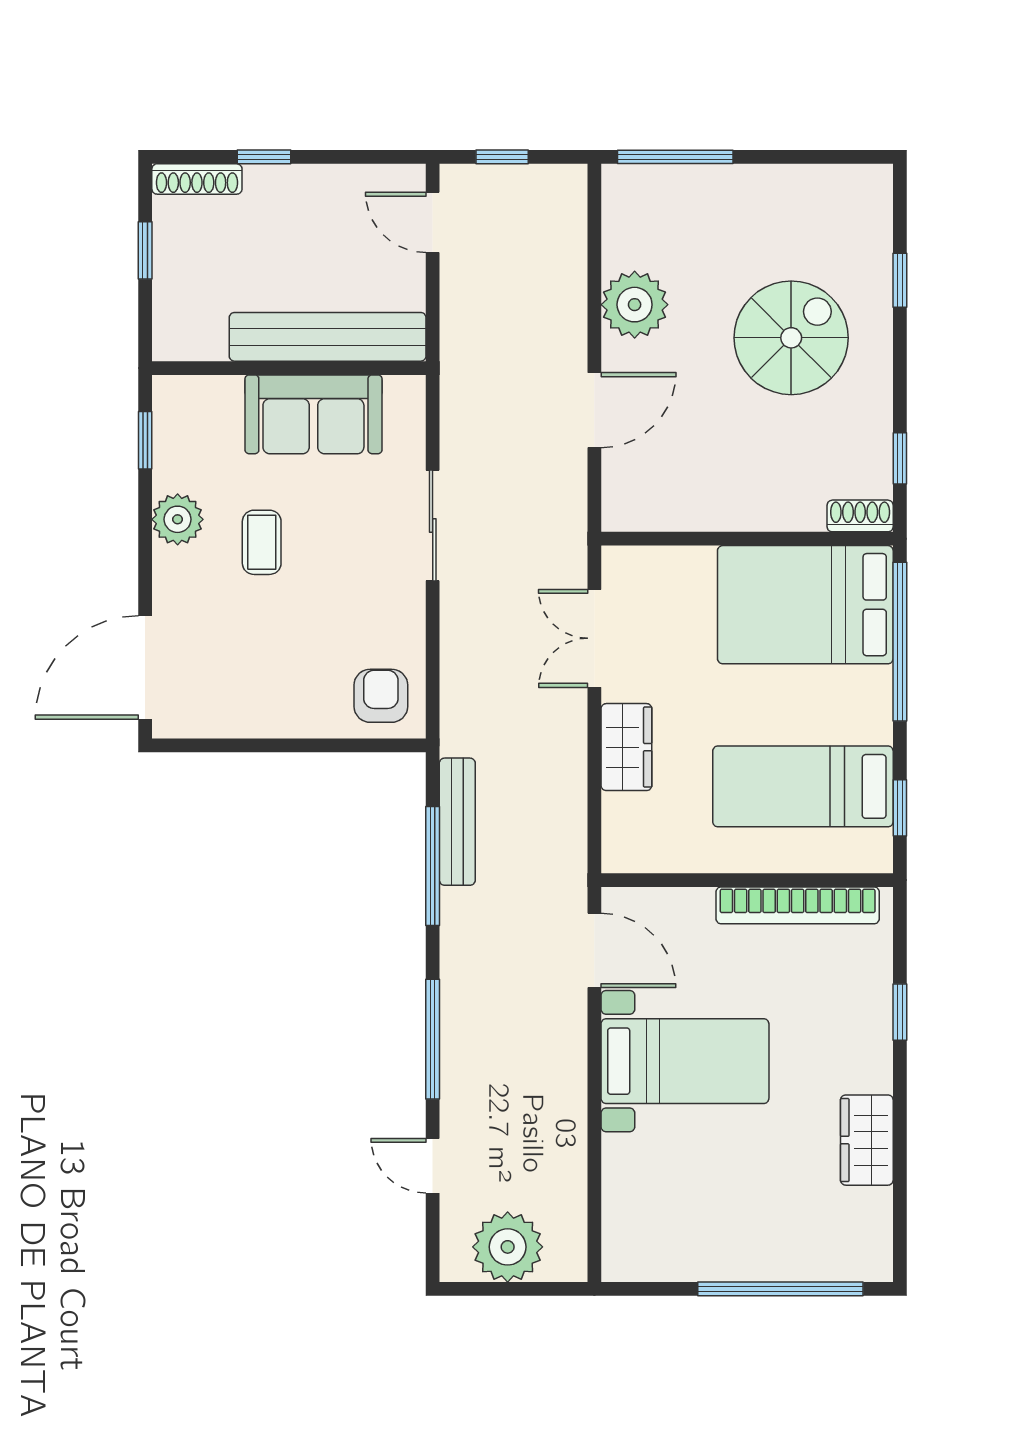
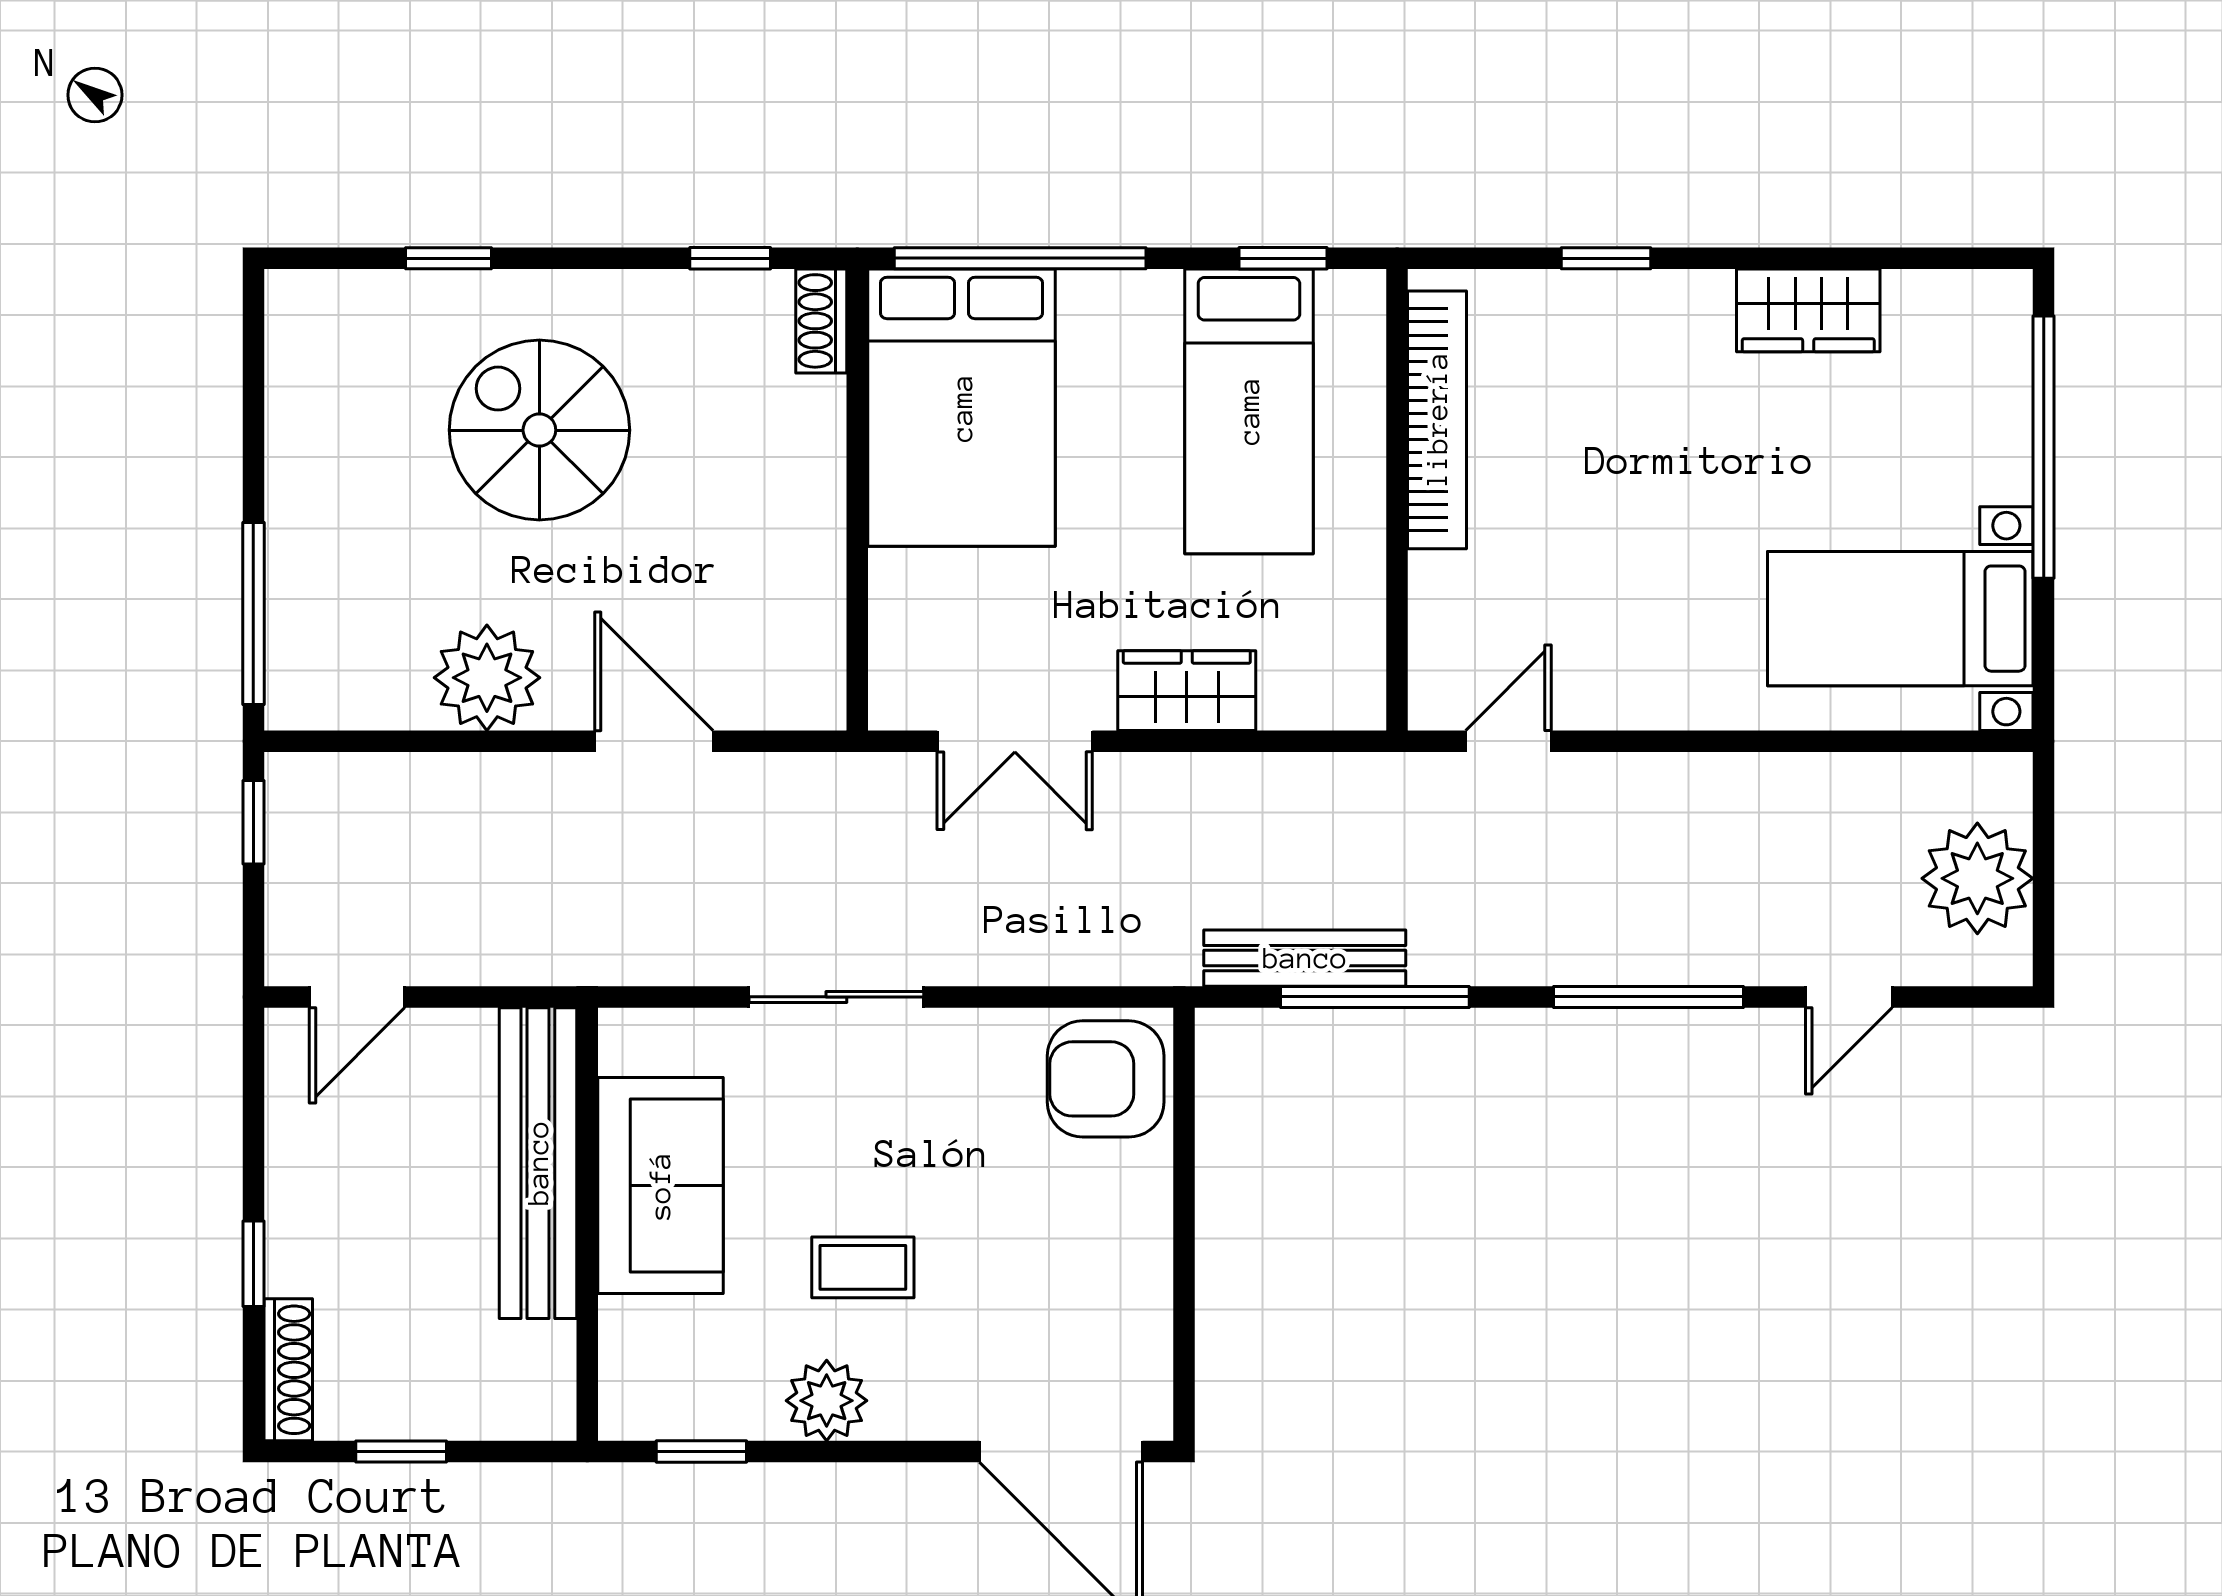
window: (502, 157) -> (253, 822), moved
armchair: (381, 696) -> (1106, 1079), width x1.38, depth x1.38
door: (594, 950) -> (1508, 741), width x0.73
bed with nightstands: (685, 1061) -> (1900, 619), moved, turned -90

